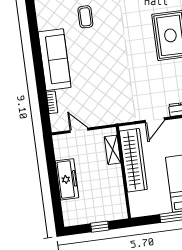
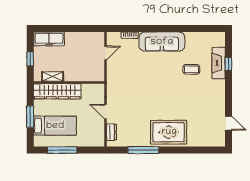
shelving: (112, 150) -> (53, 76), moved
wardrobe: (133, 160) -> (57, 91), moved
freezer: (67, 179) -> (49, 39), moved

